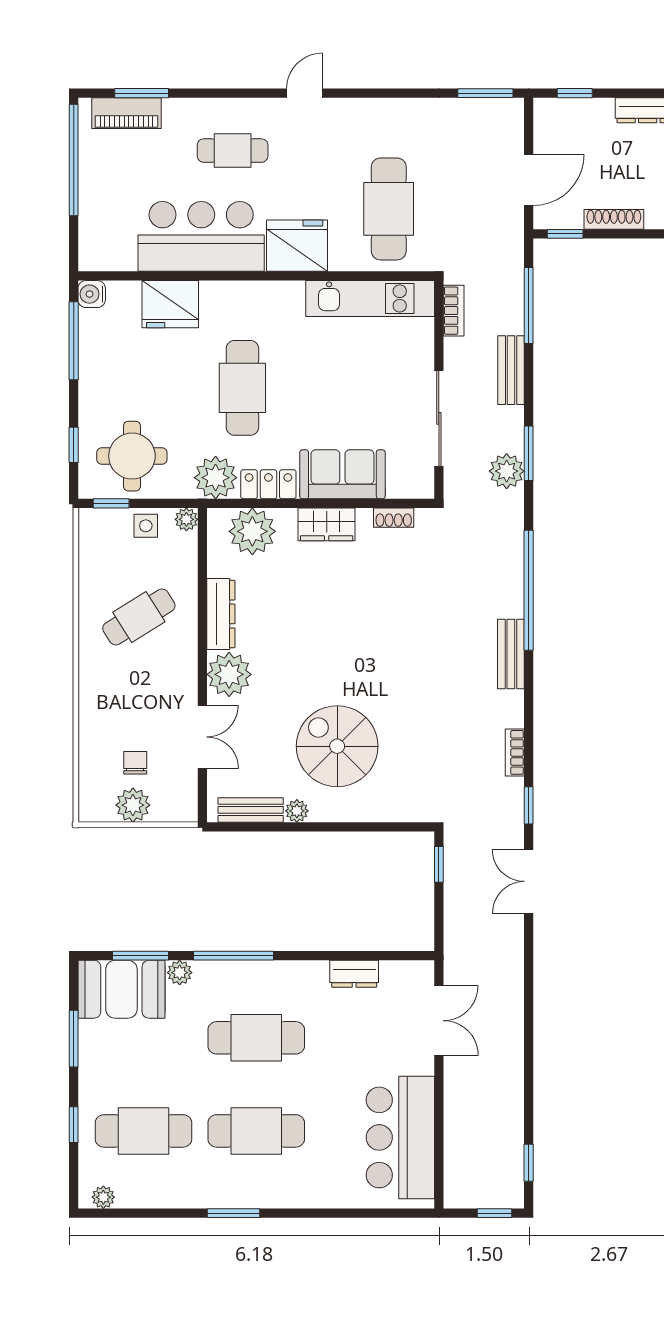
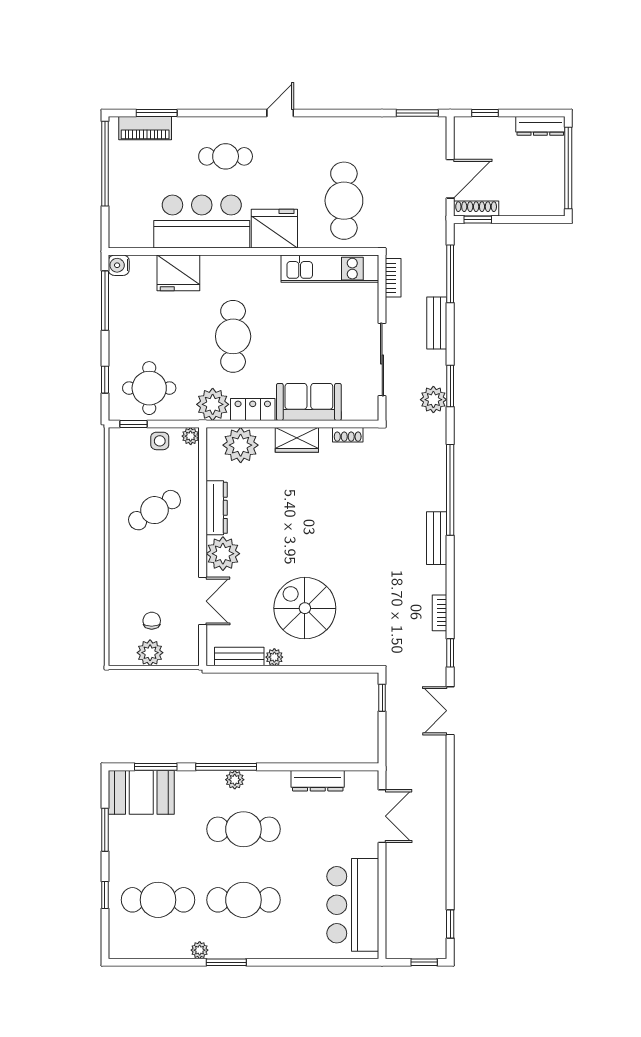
shoe rack: (614, 219) -> (476, 209), moved
plant: (180, 973) -> (235, 780), moved
dresser: (354, 974) -> (318, 781), width x1.44
plant: (103, 1197) -> (200, 950), moved

